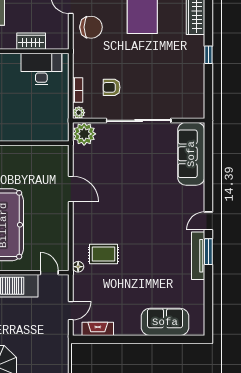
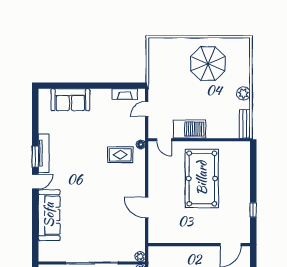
plant: (84, 134) -> (140, 257), width x0.53, depth x0.53
sofa: (191, 154) -> (49, 215), moved

